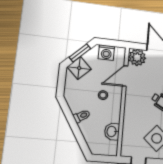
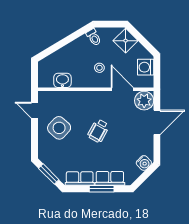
window: (80, 53) -> (142, 40), removed
toilet: (82, 116) -> (94, 37), moved

